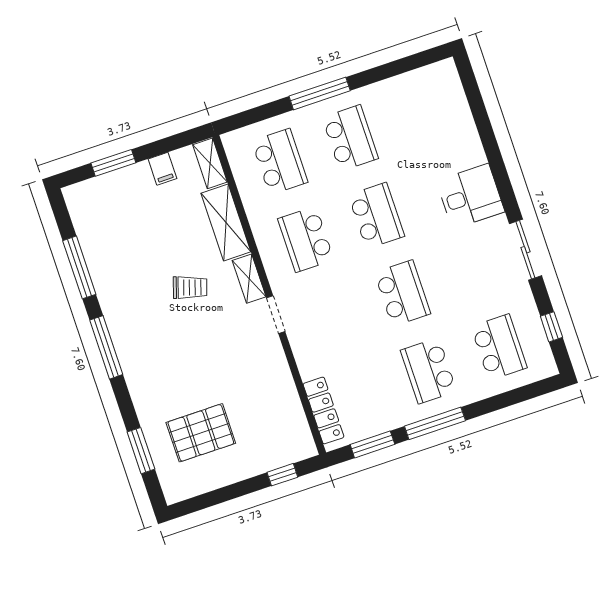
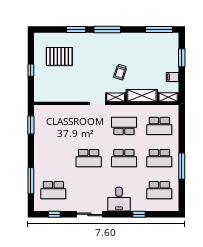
window: (320, 93) -> (182, 166), moved
window: (489, 141) -> (139, 214), added
window: (79, 267) -> (159, 29), moved
school desk: (429, 371) -> (159, 190), moved, turned 180
locker: (324, 410) -> (52, 110), removed
window: (435, 423) -> (31, 181), moved
pallet: (201, 433) -> (59, 56), turned 90
window: (141, 451) -> (76, 29), moved
window: (282, 475) -> (31, 70), moved

